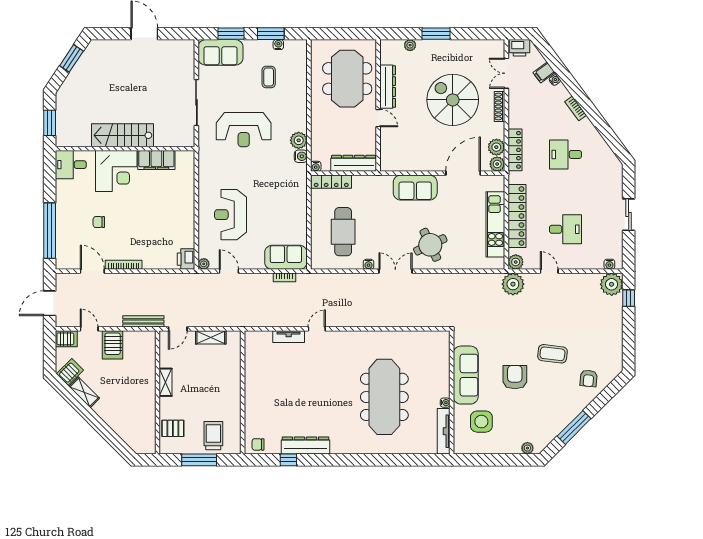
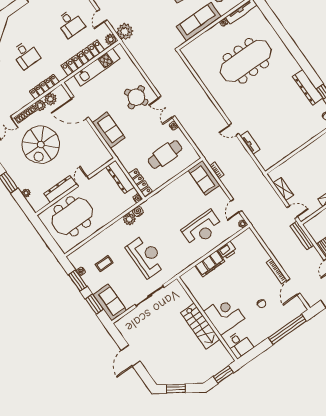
filing cabinet: (156, 160) -> (210, 264), moved, turned 90
plant: (497, 164) -> (40, 106), moved
desk: (565, 229) -> (70, 23), turned 180
printer: (186, 259) -> (227, 250), moved

